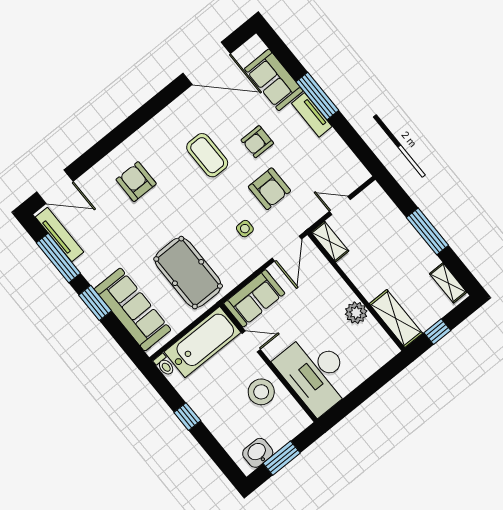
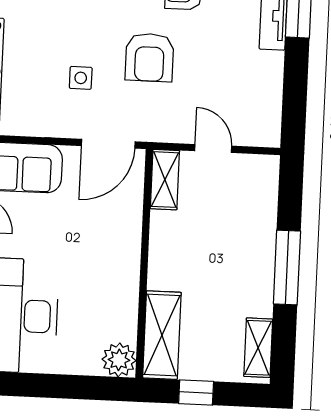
plant: (356, 313) -> (119, 360), moved

